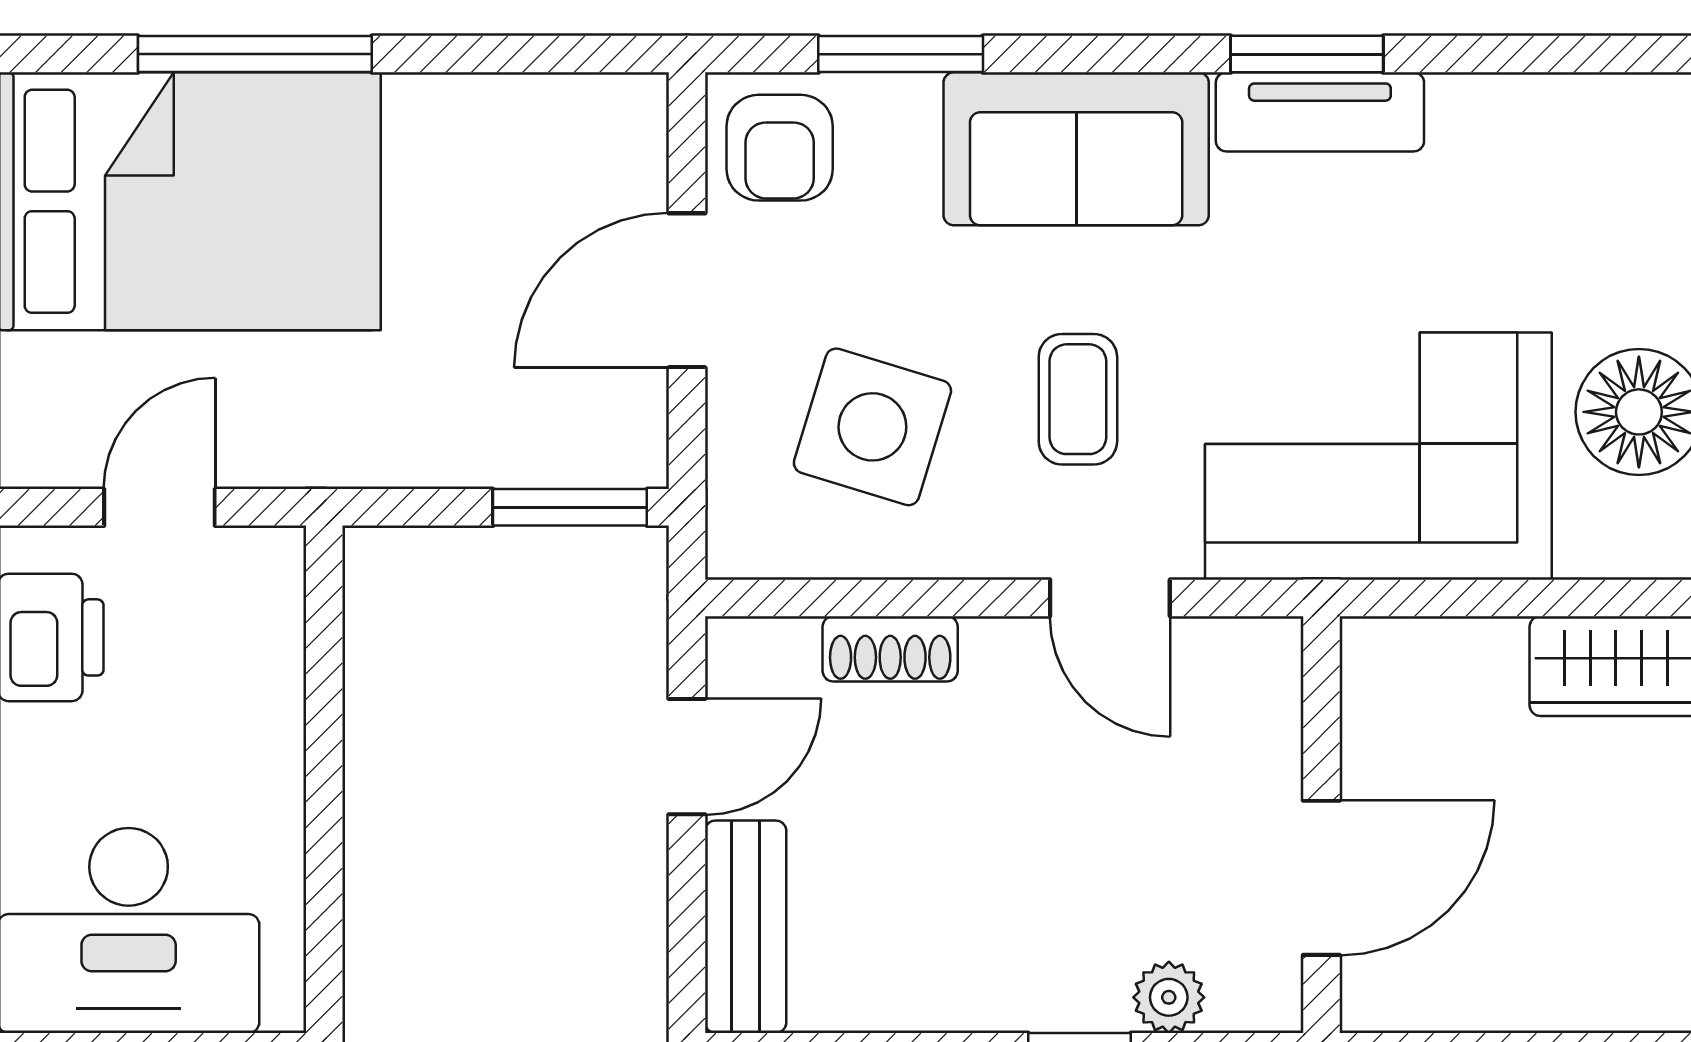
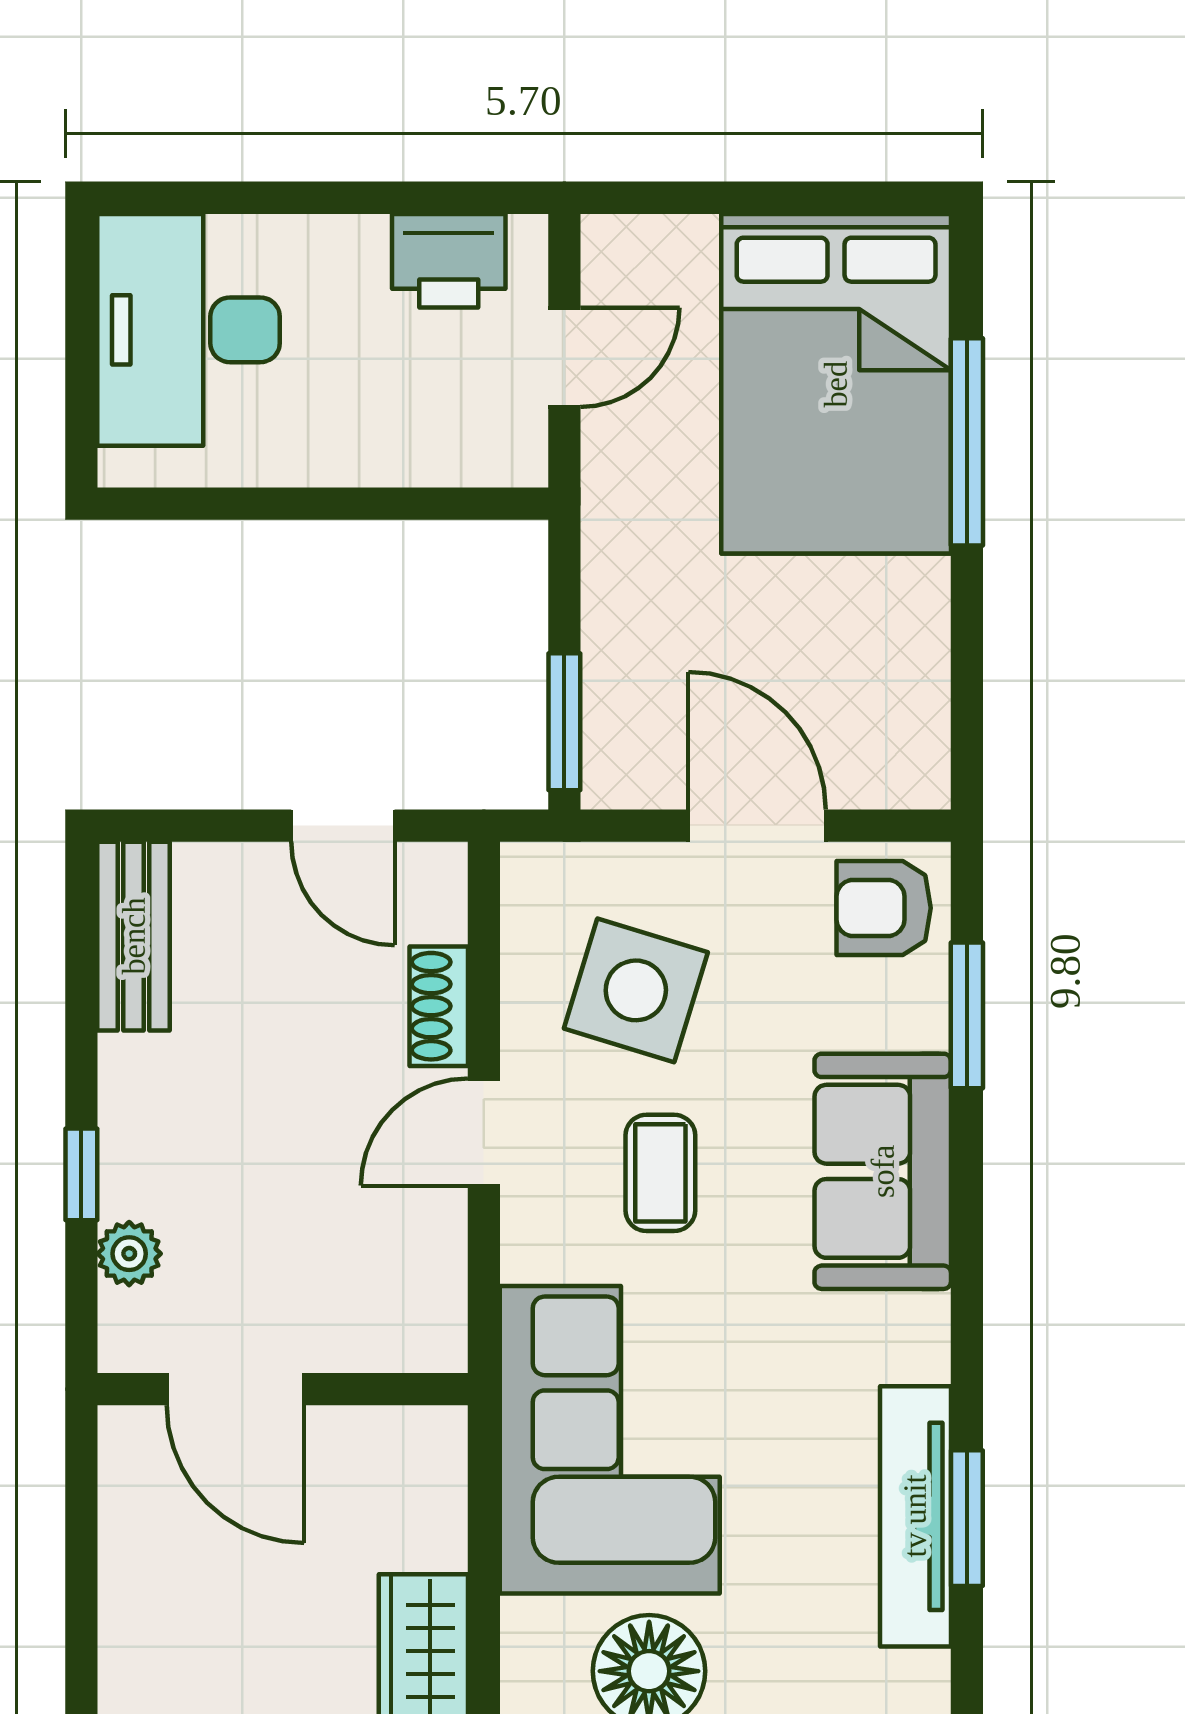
window: (1307, 54) -> (967, 1518), moved
tv unit: (1320, 112) -> (915, 1516), moved, width x1.41
coffee table: (1078, 399) -> (660, 1173), turned 90
door: (159, 507) -> (564, 357), hinge flipped
door: (1110, 598) -> (484, 1132), moved
bench: (746, 927) -> (134, 936), moved, turned 90

